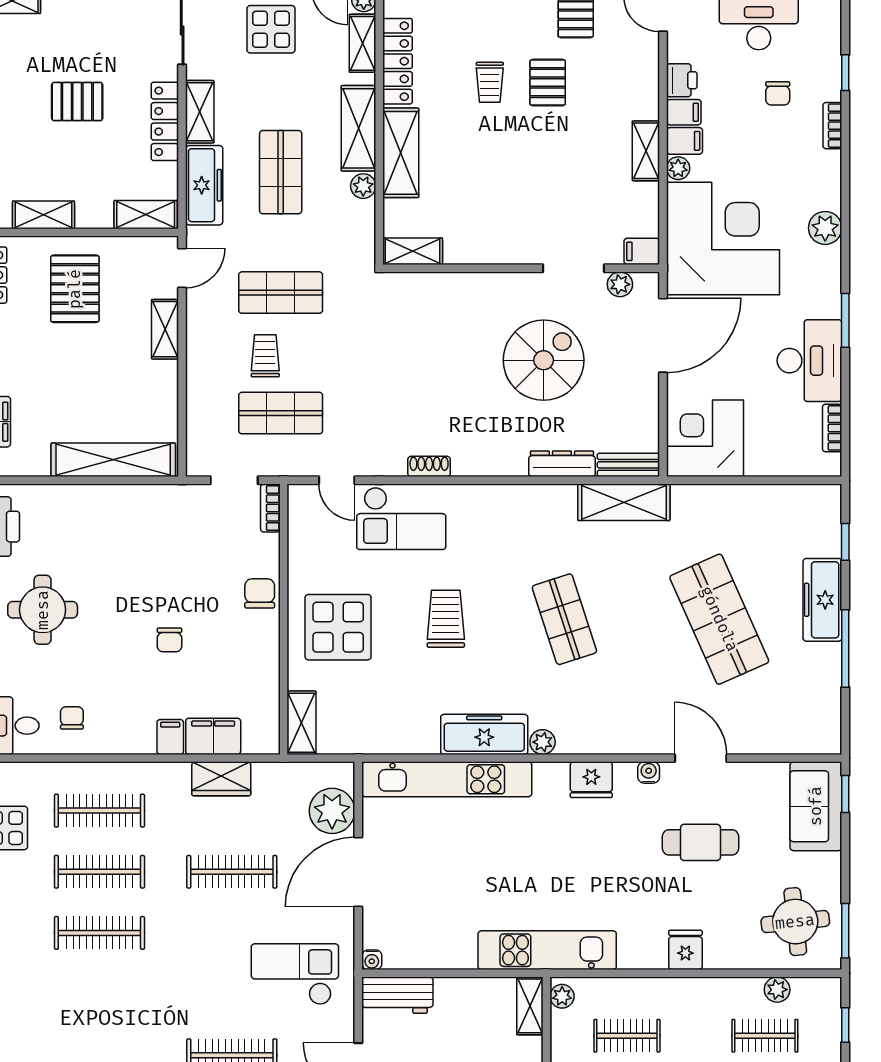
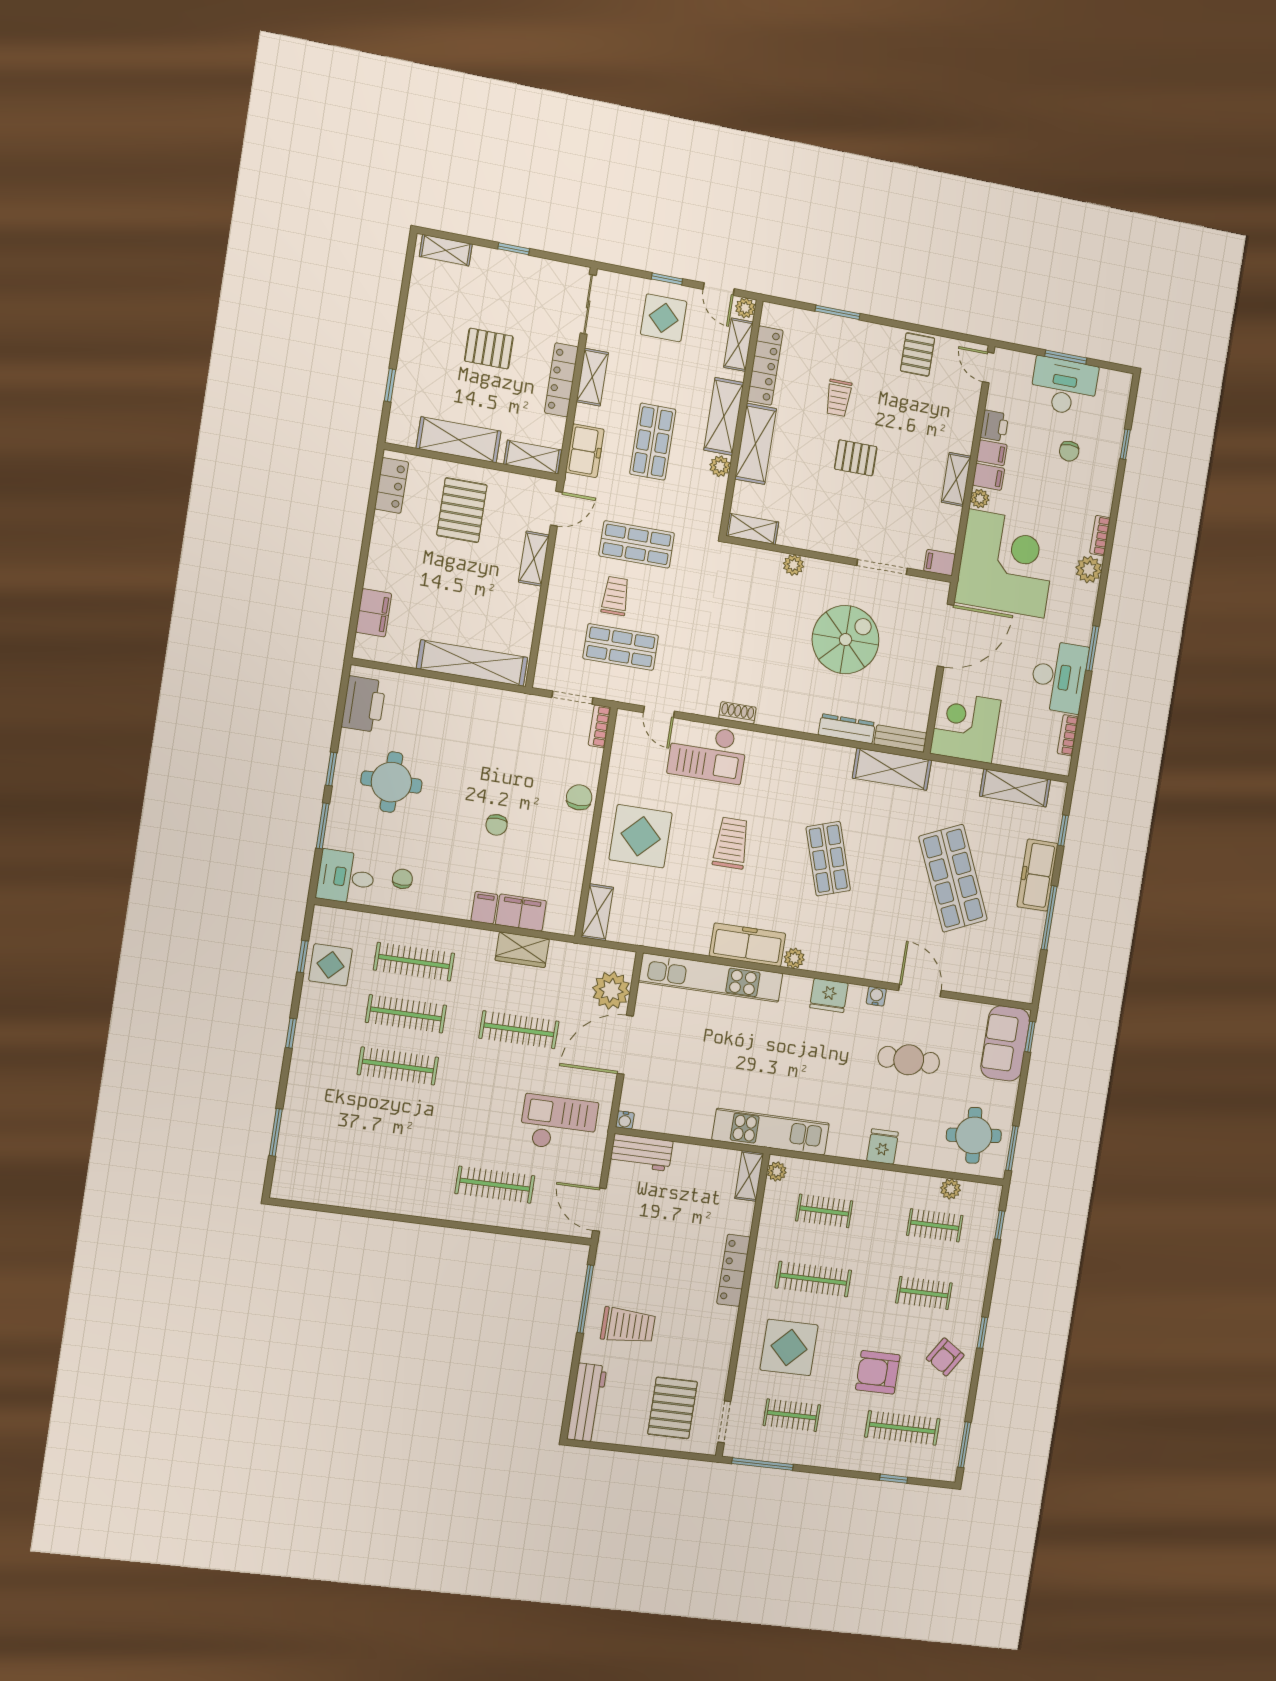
pallet: (548, 83) -> (856, 458), moved, turned 90
bookcase: (832, 126) -> (1100, 536), moved
freezer: (204, 185) -> (585, 451), width x0.71
shelving: (44, 215) -> (459, 440), width x1.50, depth x1.33
plant: (620, 284) -> (793, 565), moved
shelving: (778, 501) -> (1015, 788), added

